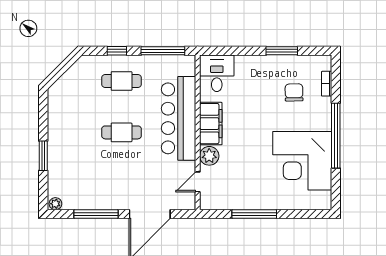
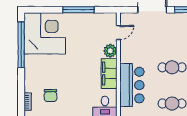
bar counter: (179, 118) -> (132, 85), width x0.73
window: (336, 136) -> (21, 45), moved
corner desk: (302, 161) -> (45, 33), moved

